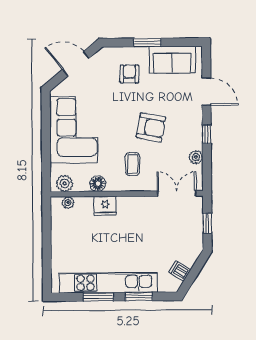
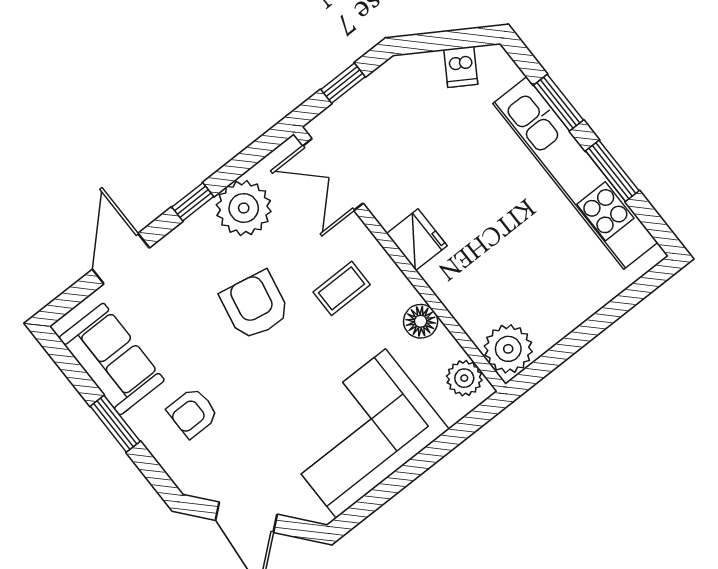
plant: (196, 157) -> (244, 208), width x1.88, depth x1.88
plant: (68, 203) -> (508, 349), width x1.87, depth x1.87
fridge: (105, 206) -> (417, 240), moved

